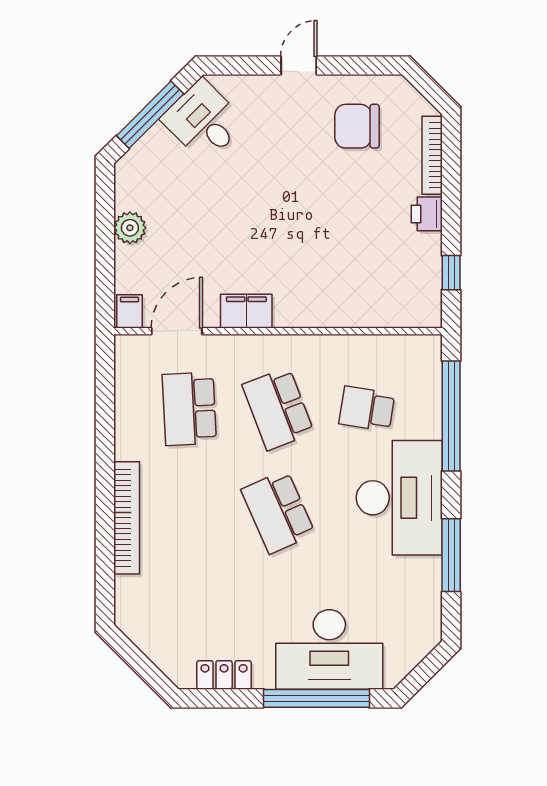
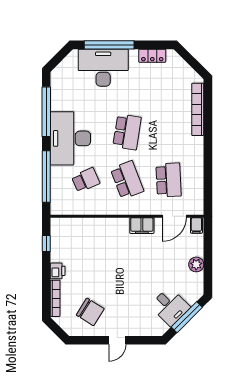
desk: (203, 121) -> (170, 306), moved
chair: (357, 126) -> (90, 312), turned 32
school desk: (367, 409) -> (86, 180), turned -33
school desk: (278, 512) -> (127, 132), turned 33
bookcase: (127, 518) -> (198, 109), moved
window: (451, 555) -> (46, 112), width x1.46

